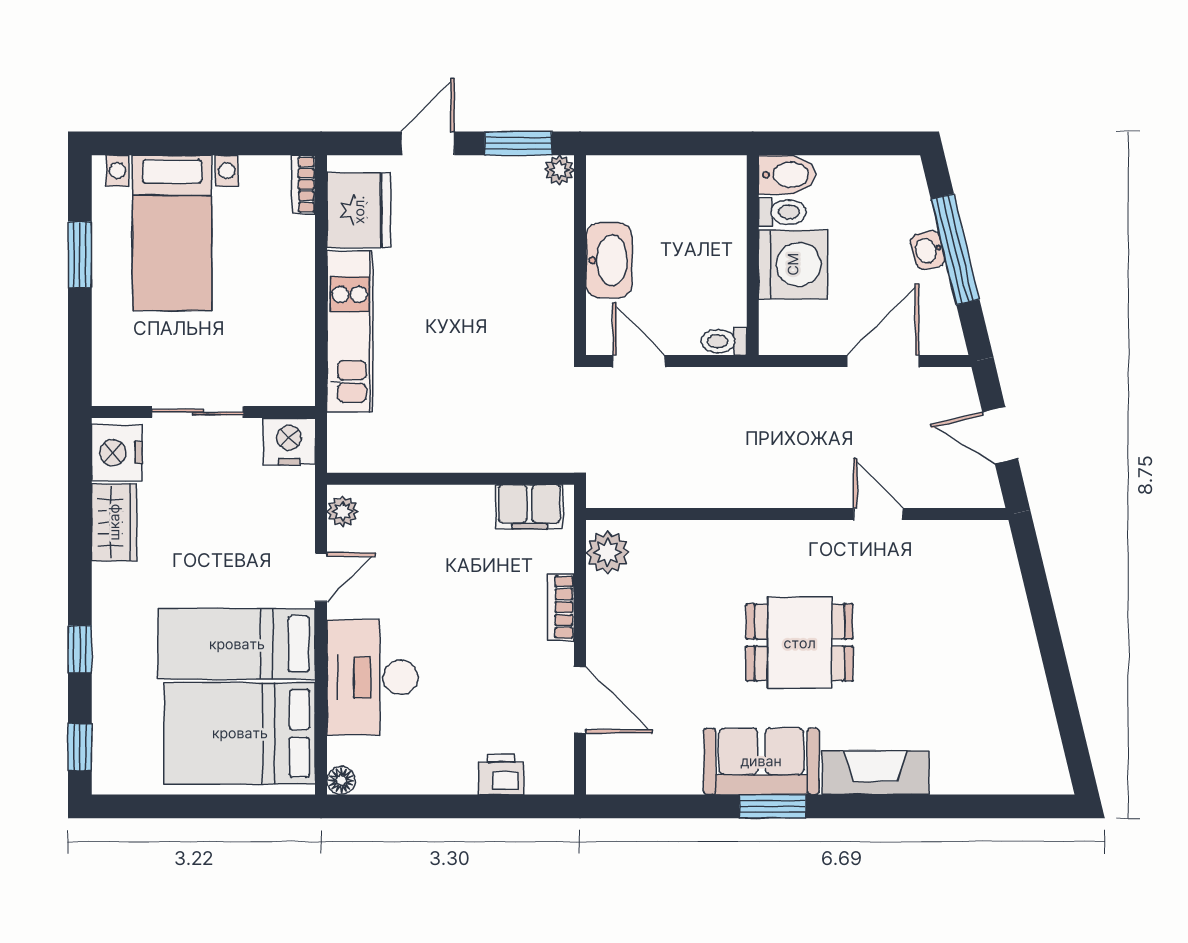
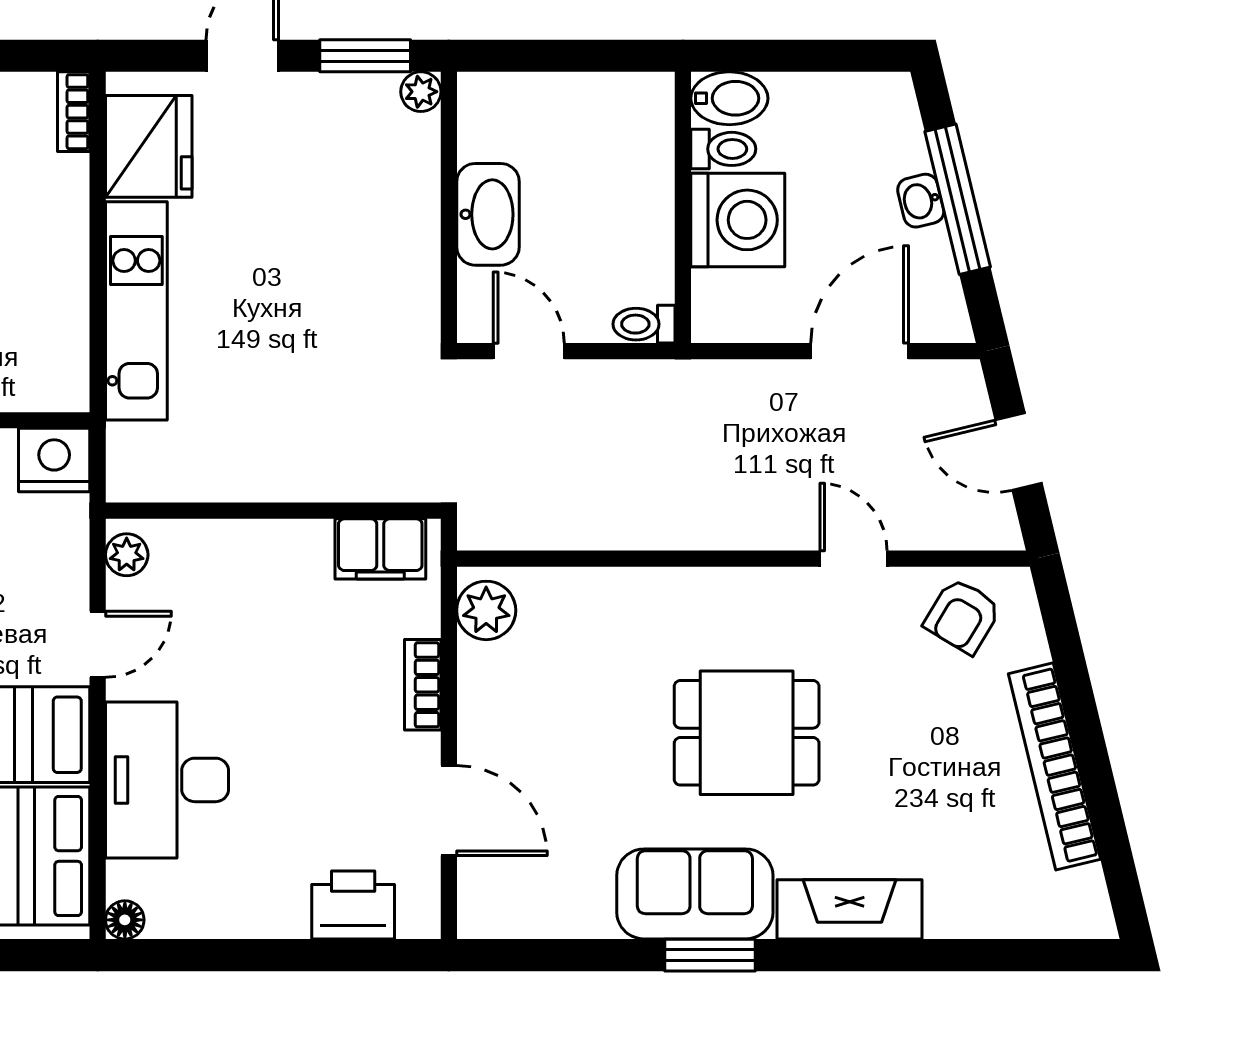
armchair: (959, 556) -> (962, 616), added
bookcase: (1027, 667) -> (1054, 766), added
printer: (501, 774) -> (353, 905), width x1.36, depth x1.24

